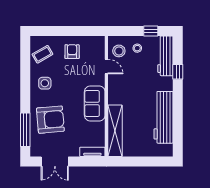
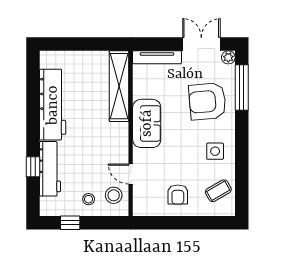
workbench: (165, 56) -> (50, 169), moved
plant: (35, 152) -> (228, 57), added
tv unit: (92, 152) -> (157, 57), width x1.41

